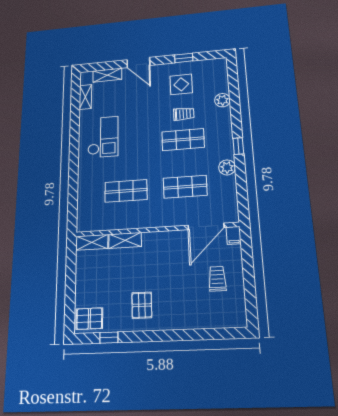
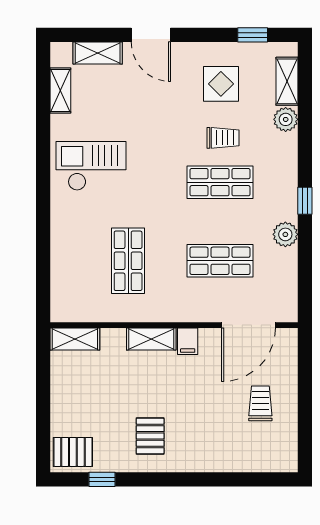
window: (184, 58) -> (253, 35), moved
shelving: (222, 79) -> (287, 81), added
checkout: (103, 137) -> (91, 166), turned -90
shop shelf: (126, 191) -> (128, 261), turned 90
filing cabinet: (234, 235) -> (188, 341), moved
shelving: (125, 240) -> (151, 339), moved

